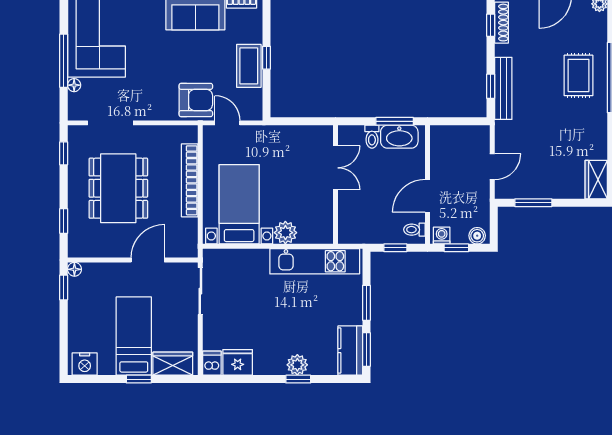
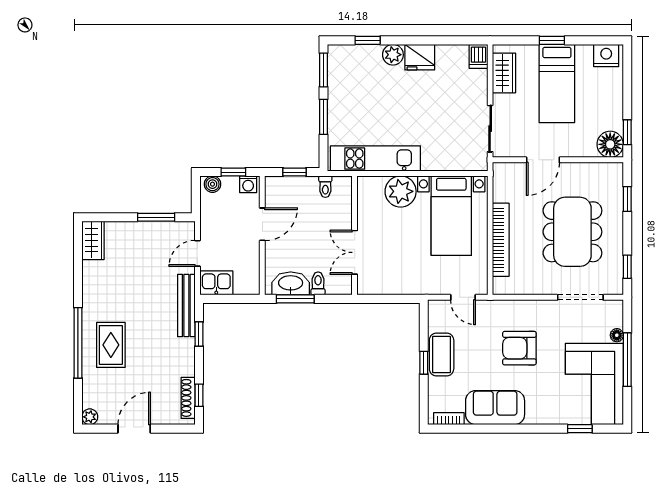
bench: (503, 88) -> (186, 306), moved
armchair: (196, 100) -> (519, 348), moved
kitchen sink: (473, 137) -> (216, 283), added
toilet: (414, 230) -> (325, 187), moved, turned 90
plant: (285, 233) -> (401, 191), width x1.36, depth x1.36
floor lamp: (74, 269) -> (610, 144), width x1.89, depth x1.89
kitchen counter: (350, 351) -> (340, 69), removed
fridge: (238, 362) -> (420, 57), moved
wardrobe: (173, 364) -> (504, 73), moved, turned -90
window: (298, 379) -> (368, 40), moved

